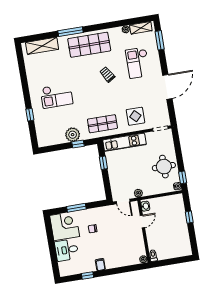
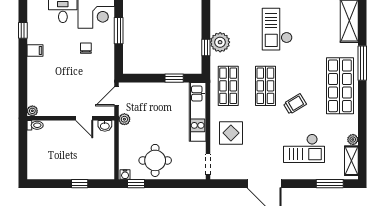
checkout: (138, 63) -> (304, 148), turned 180
shop shelf: (98, 97) -> (265, 86), added

